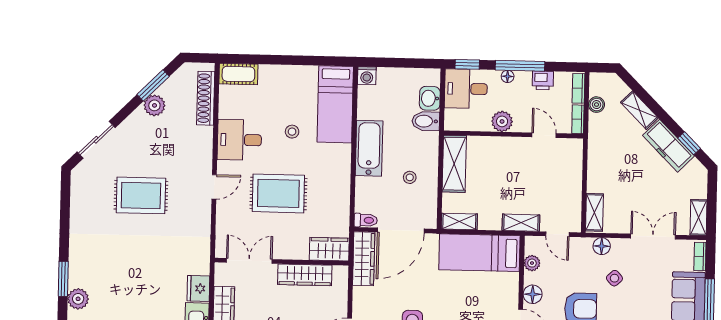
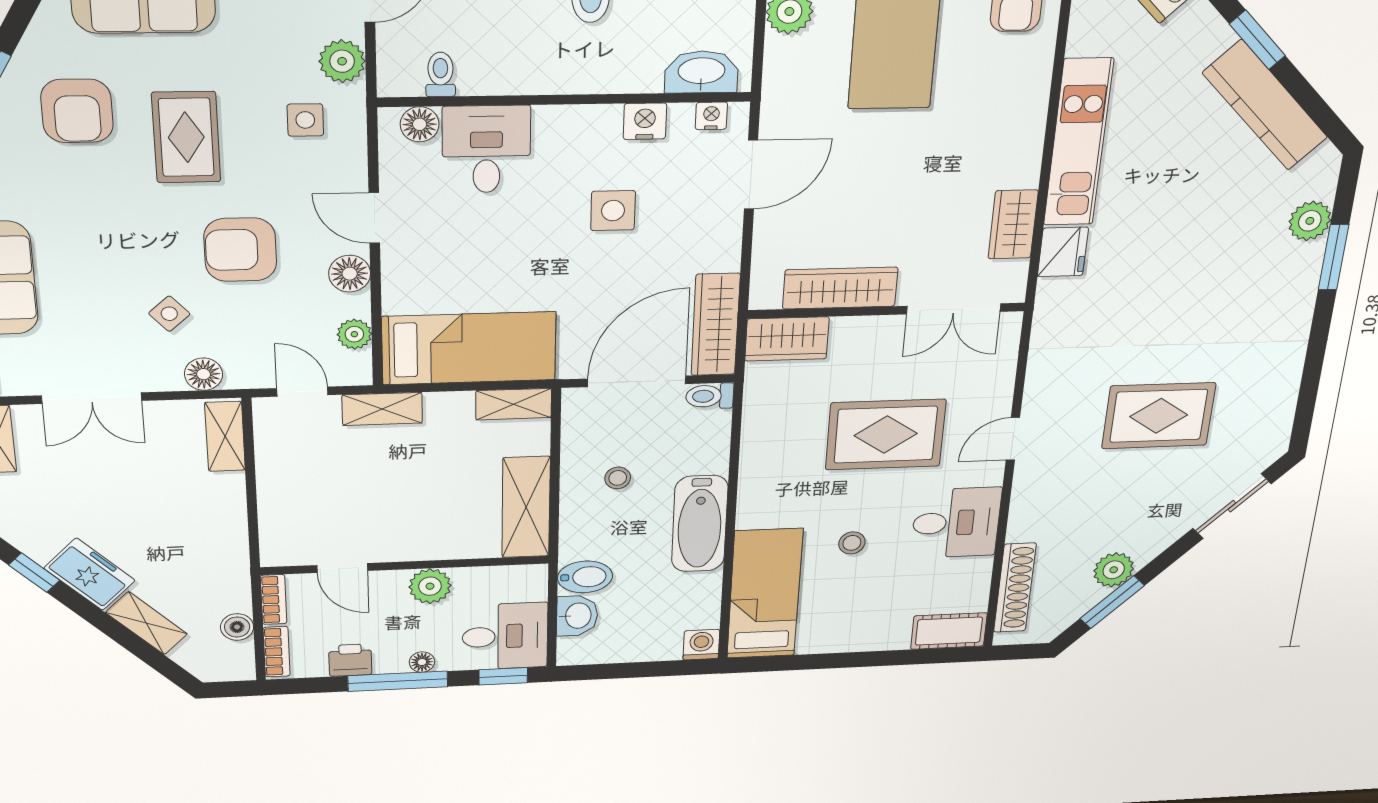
freezer: (669, 146) -> (90, 574), width x0.71

